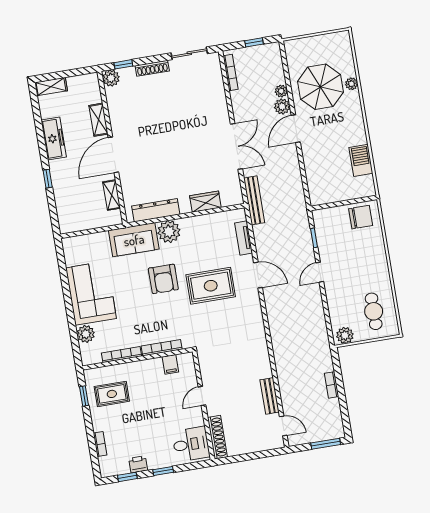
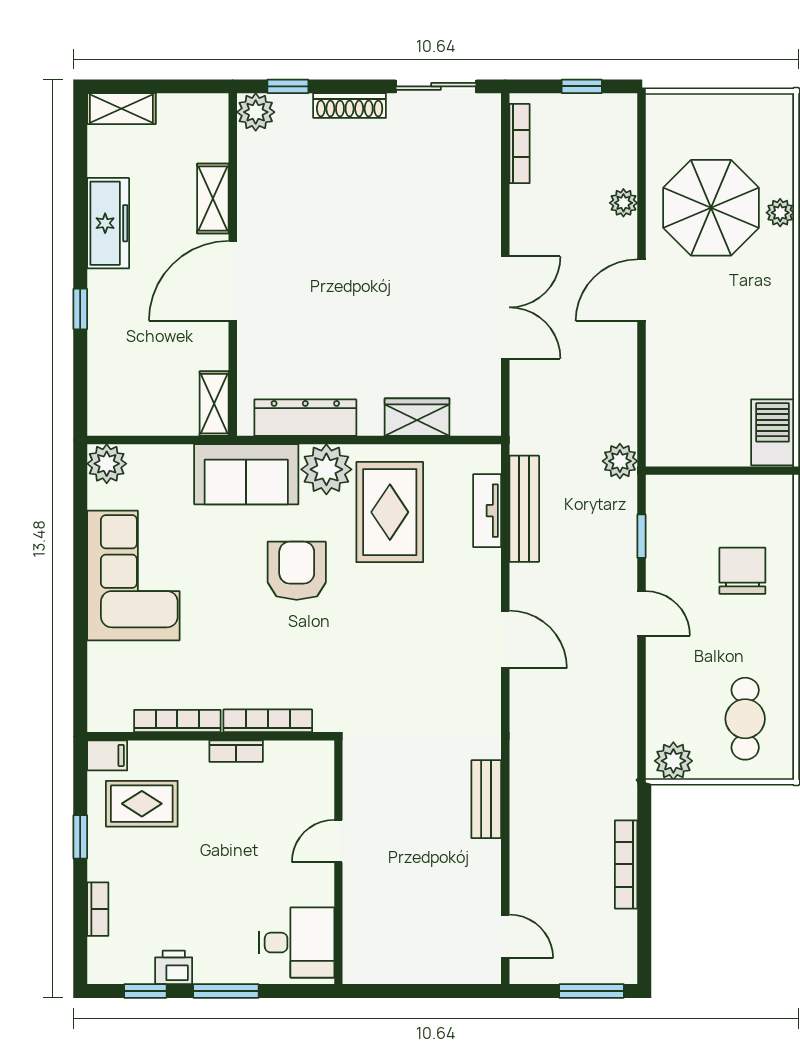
plant: (282, 107) -> (620, 461), moved
barbecue: (361, 160) -> (773, 432), moved
shelving: (112, 195) -> (214, 404), moved
bench: (254, 200) -> (524, 509), moved
chair: (361, 217) -> (742, 571), moved, turned -90
door: (320, 272) -> (642, 613), swing flipped
door: (258, 275) -> (505, 639), moved
armchair: (163, 279) -> (297, 571), turned 180
rug: (211, 286) -> (390, 512), moved, turned 90
plant: (86, 334) -> (107, 464), moved
bookcase: (150, 364) -> (236, 751), added
filing cabinet: (170, 364) -> (107, 755), moved, turned -90
bookcase: (332, 385) -> (626, 864), width x1.56
window: (84, 396) -> (80, 837), moved
bench: (270, 396) -> (486, 799), moved
shoe rack: (217, 437) -> (357, 937), removed
window: (163, 471) -> (226, 991), width x1.50

